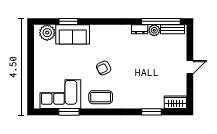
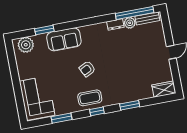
sofa: (73, 34) -> (64, 39), moved
corner sofa: (60, 94) -> (37, 98), moved, turned 90
window: (105, 112) -> (97, 111), added
window: (152, 112) -> (130, 105), moved

